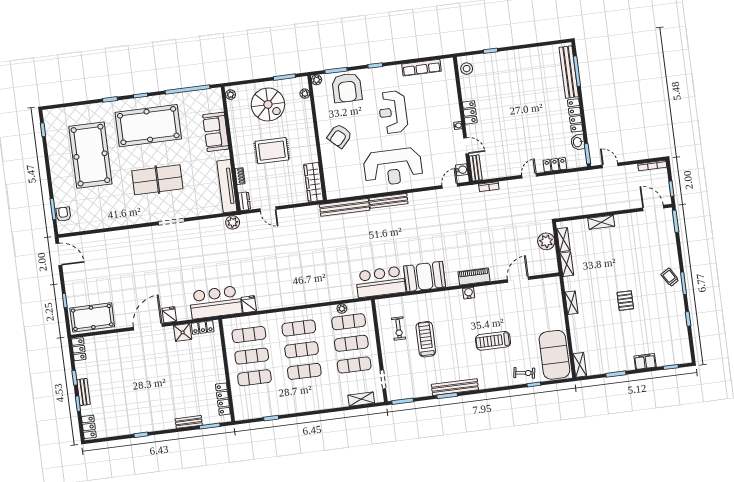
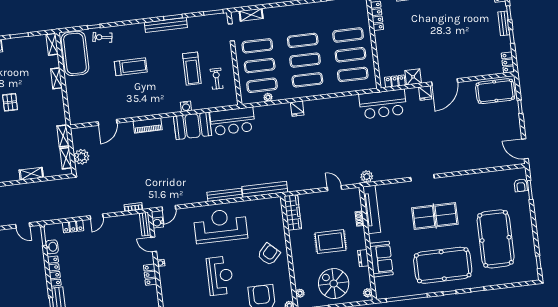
dresser: (244, 201) -> (363, 258), moved
water cooler: (469, 293) -> (186, 106), moved
shelving: (571, 303) -> (56, 78), moved
fridge: (249, 304) -> (297, 109), moved

